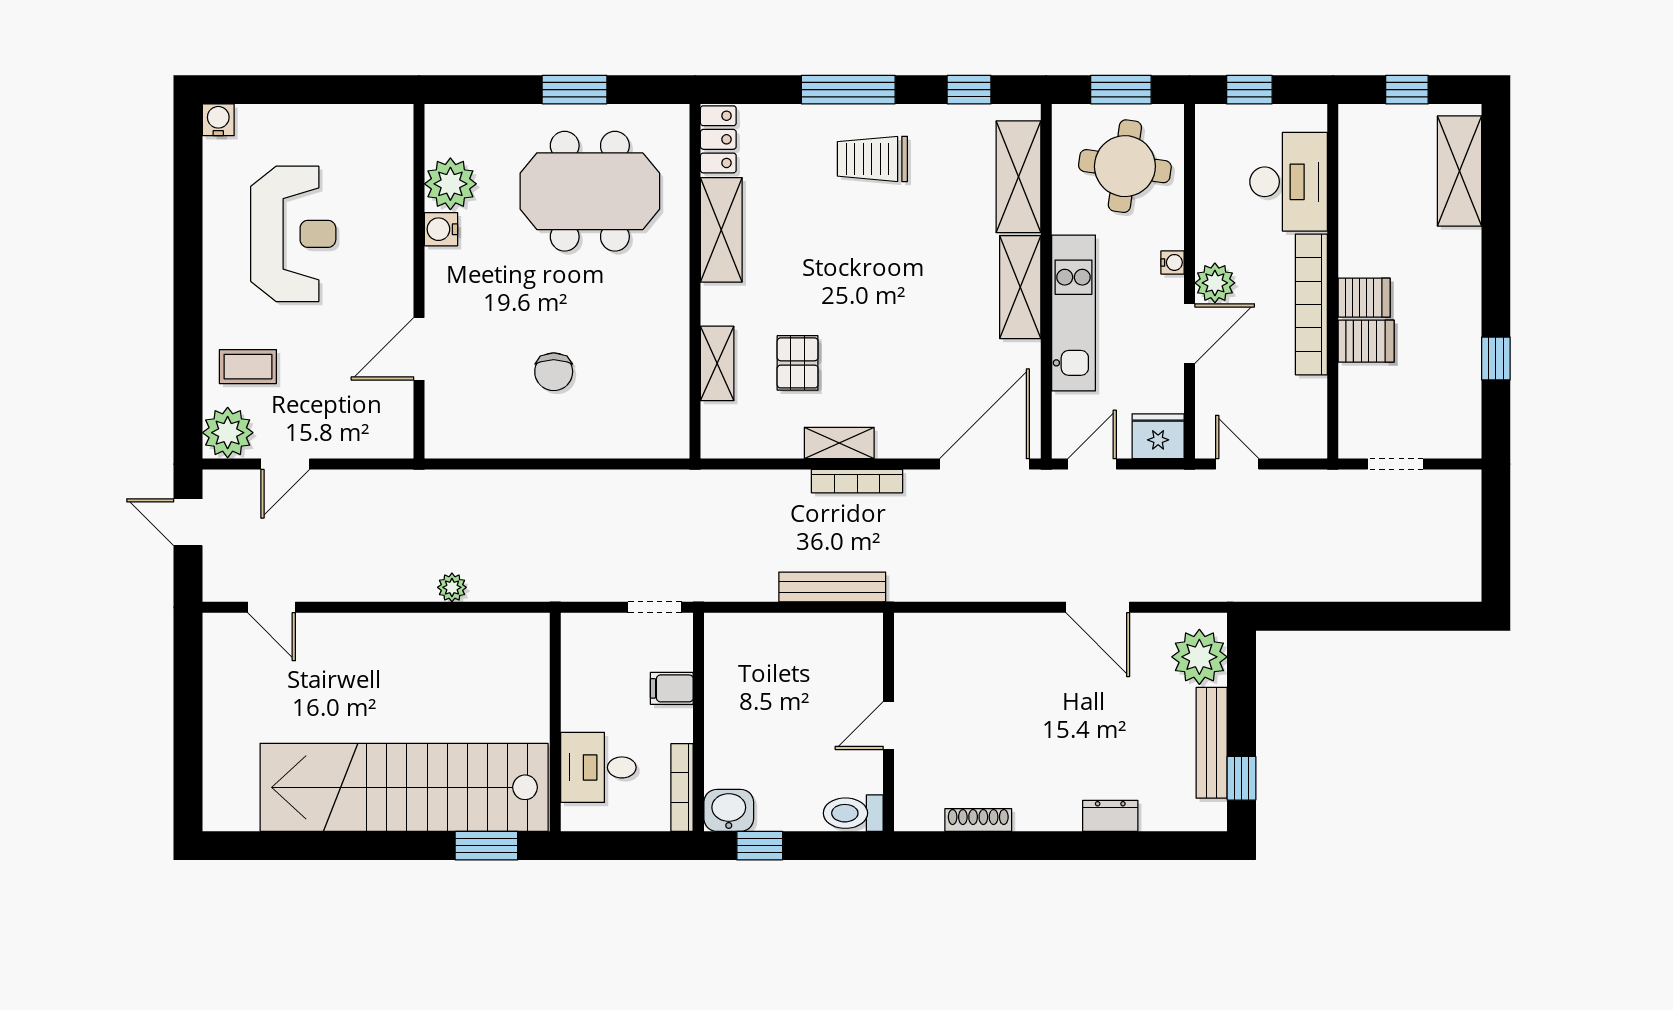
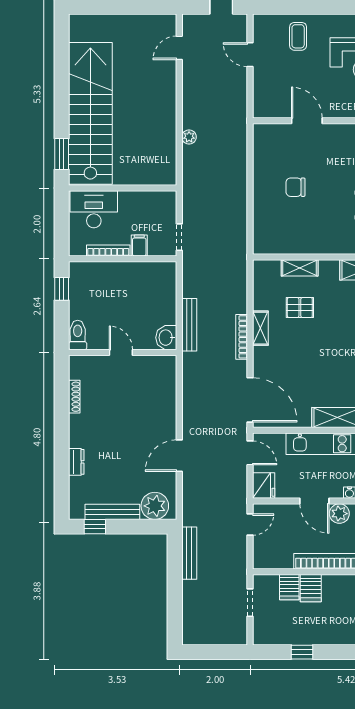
server rack: (1364, 298) -> (289, 587), moved
plant: (228, 433) -> (266, 26), removed
bench: (1295, 587) -> (189, 553), added
desk: (598, 767) -> (94, 209), width x1.37
bookcase: (682, 788) -> (108, 251), moved
washbasin: (729, 810) -> (166, 338), moved, turned 180

